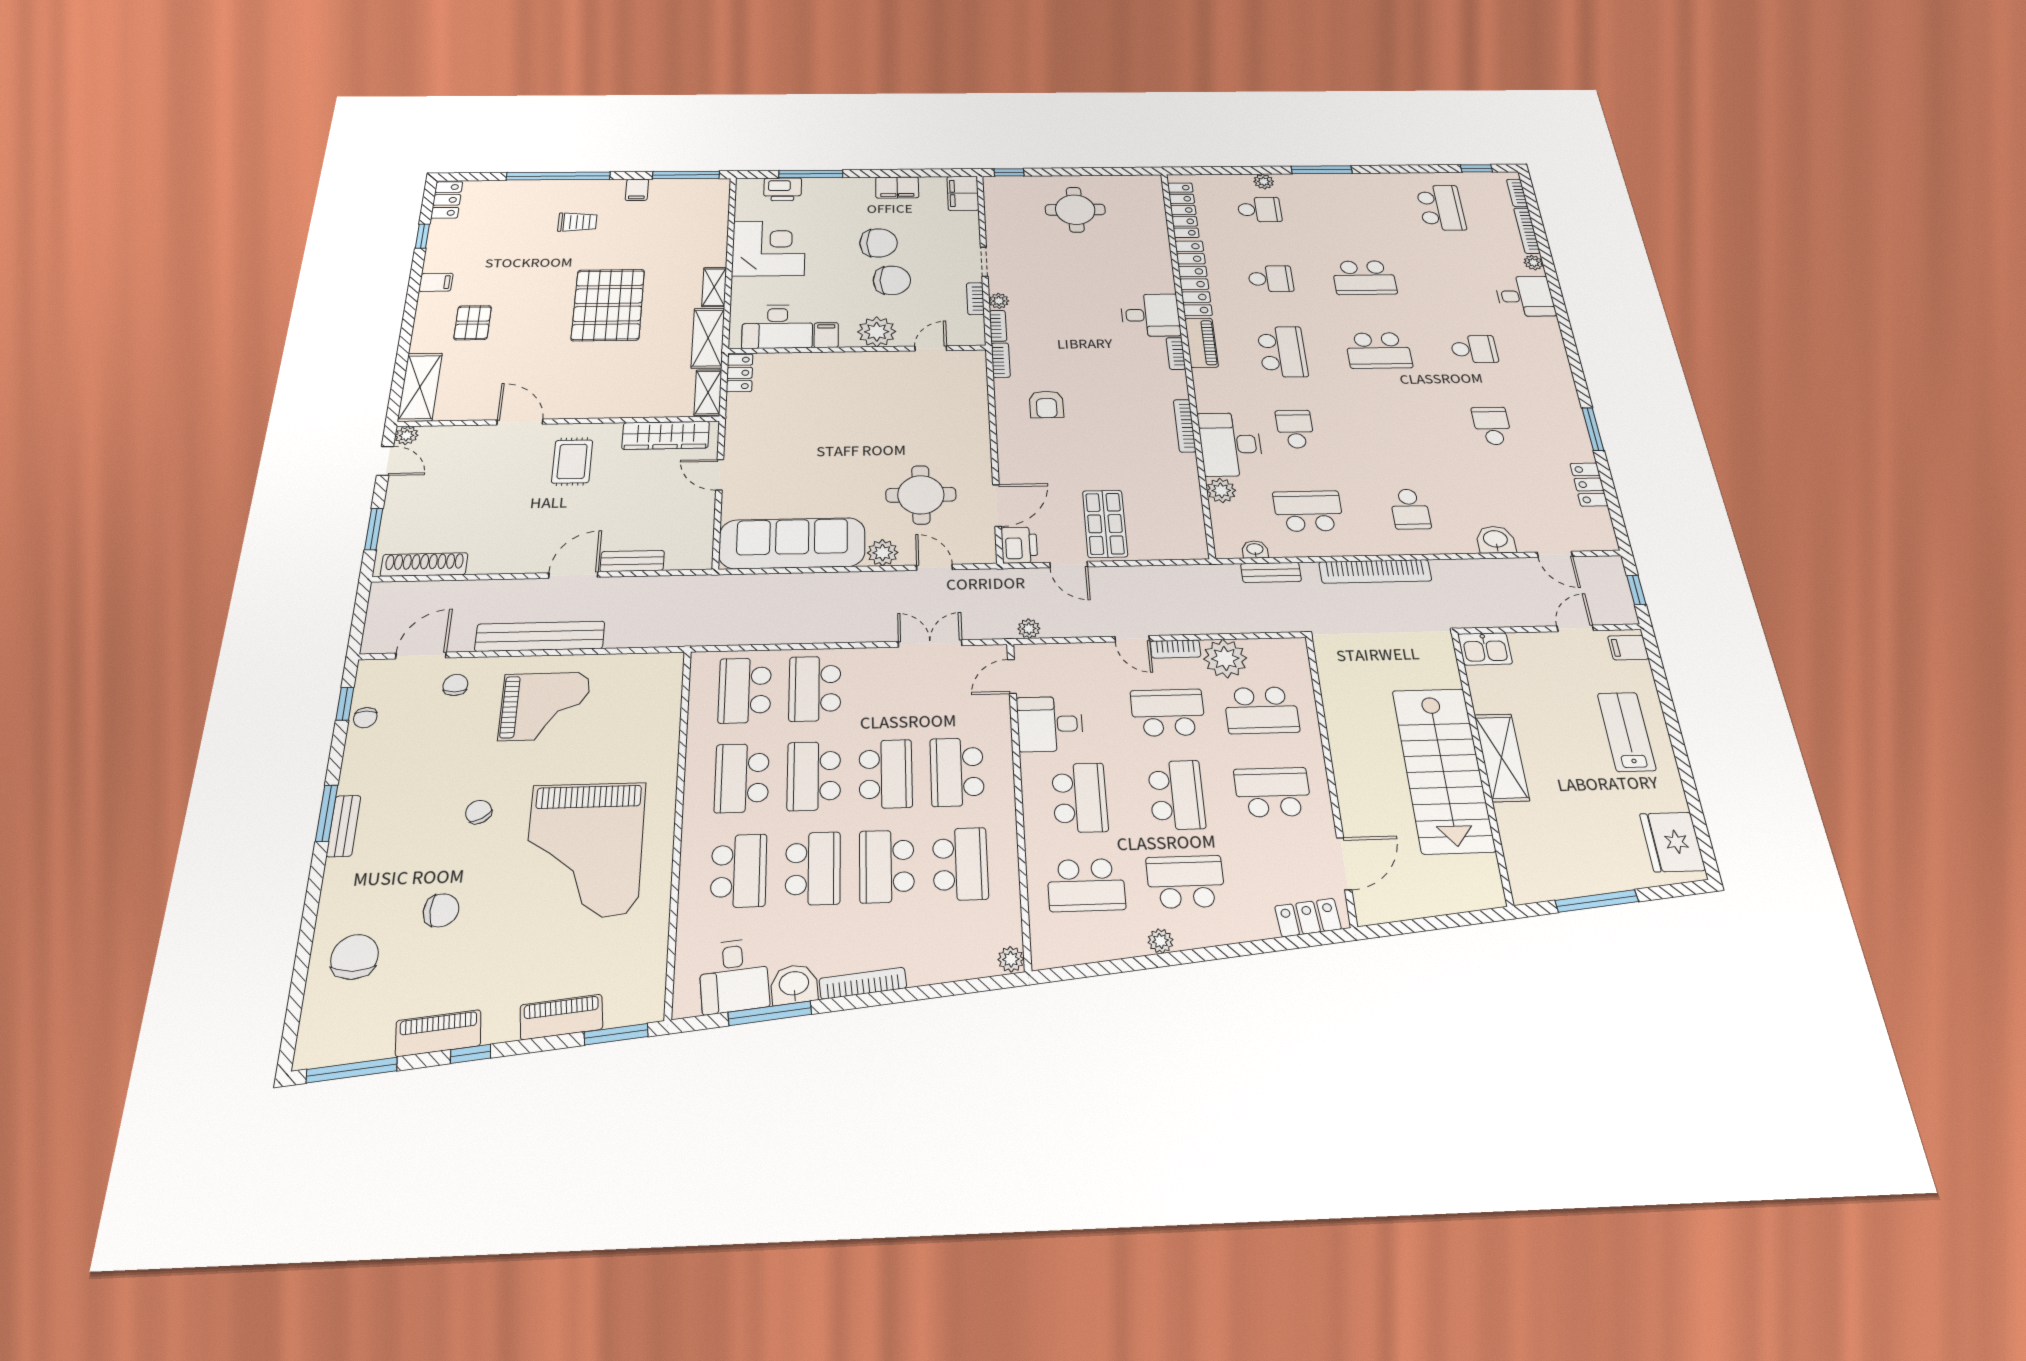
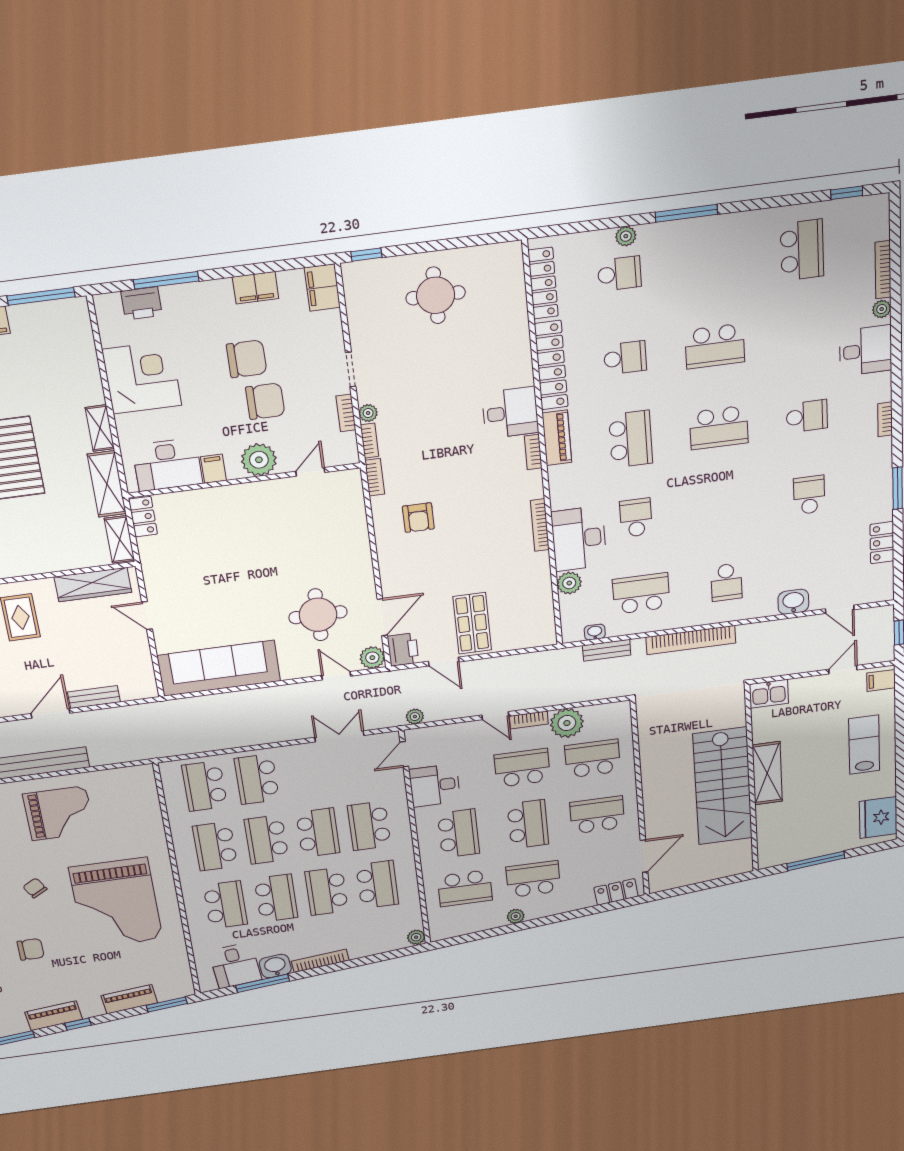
bookcase: (1517, 193) -> (885, 419), moved
plant: (883, 553) -> (372, 658), moved
school desk: (1262, 710) -> (593, 759), turned 180

